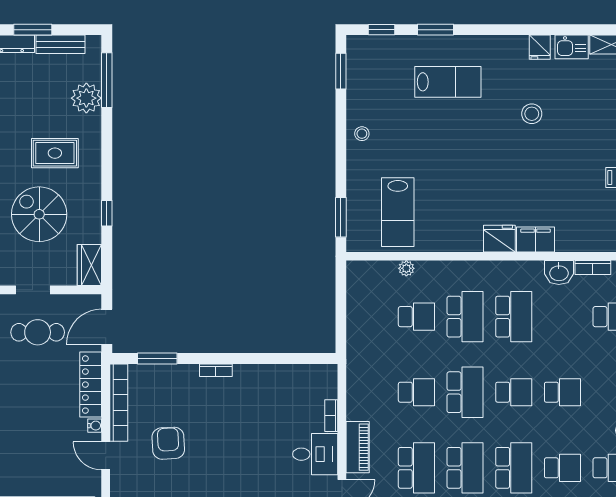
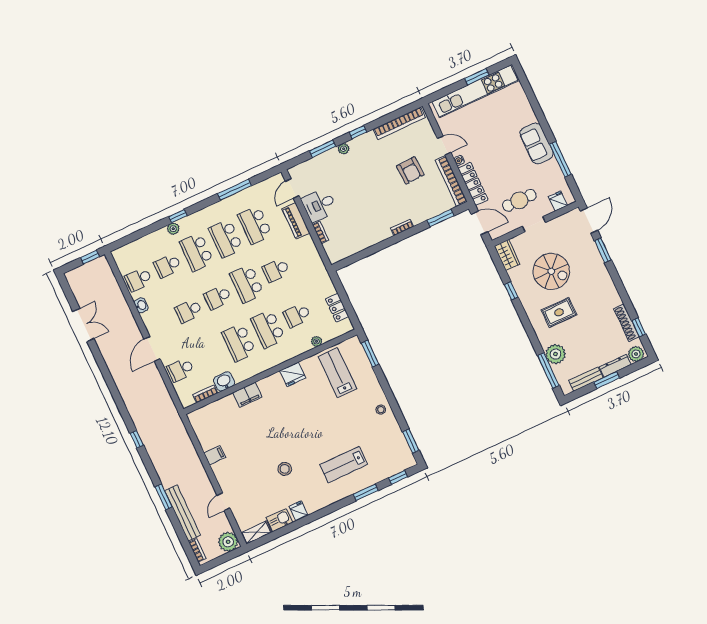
fridge: (499, 239) -> (293, 374), moved
locker: (357, 302) -> (337, 308), added
door: (107, 327) -> (480, 223), hinge flipped

